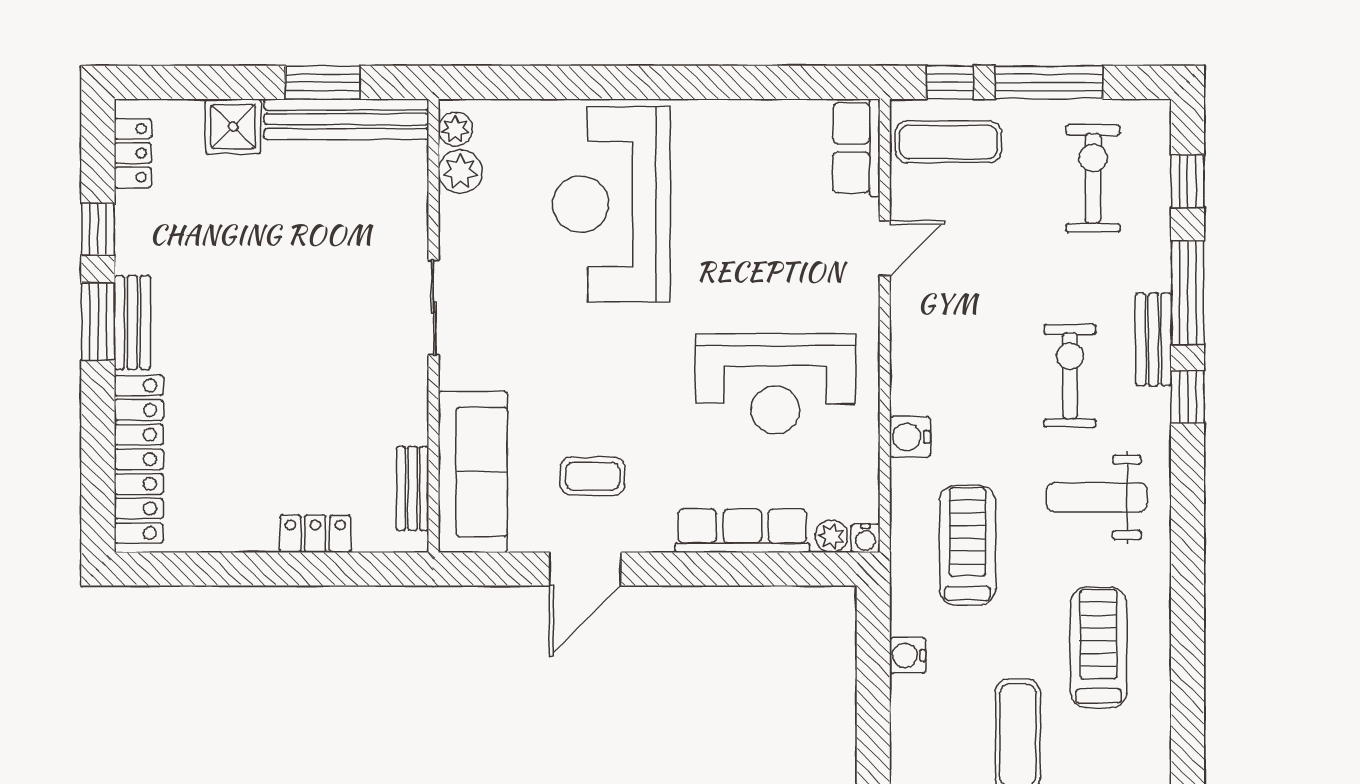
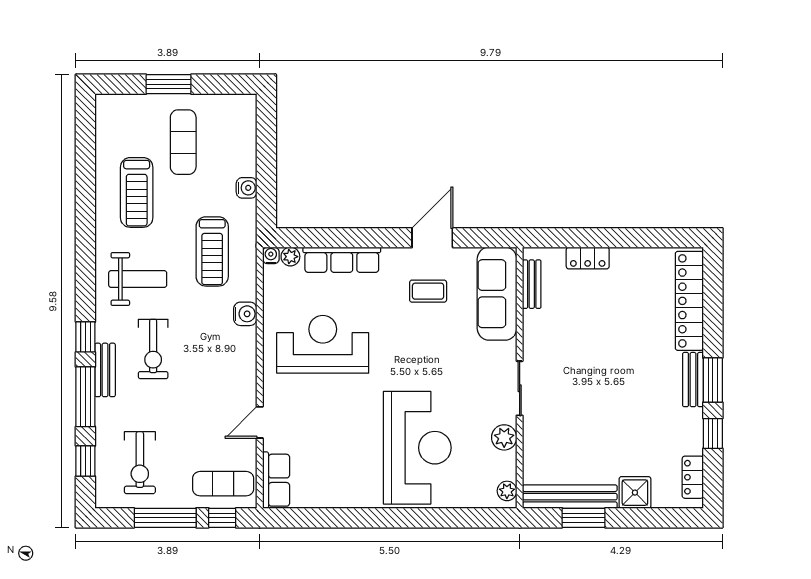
plant: (460, 171) -> (504, 437), moved

